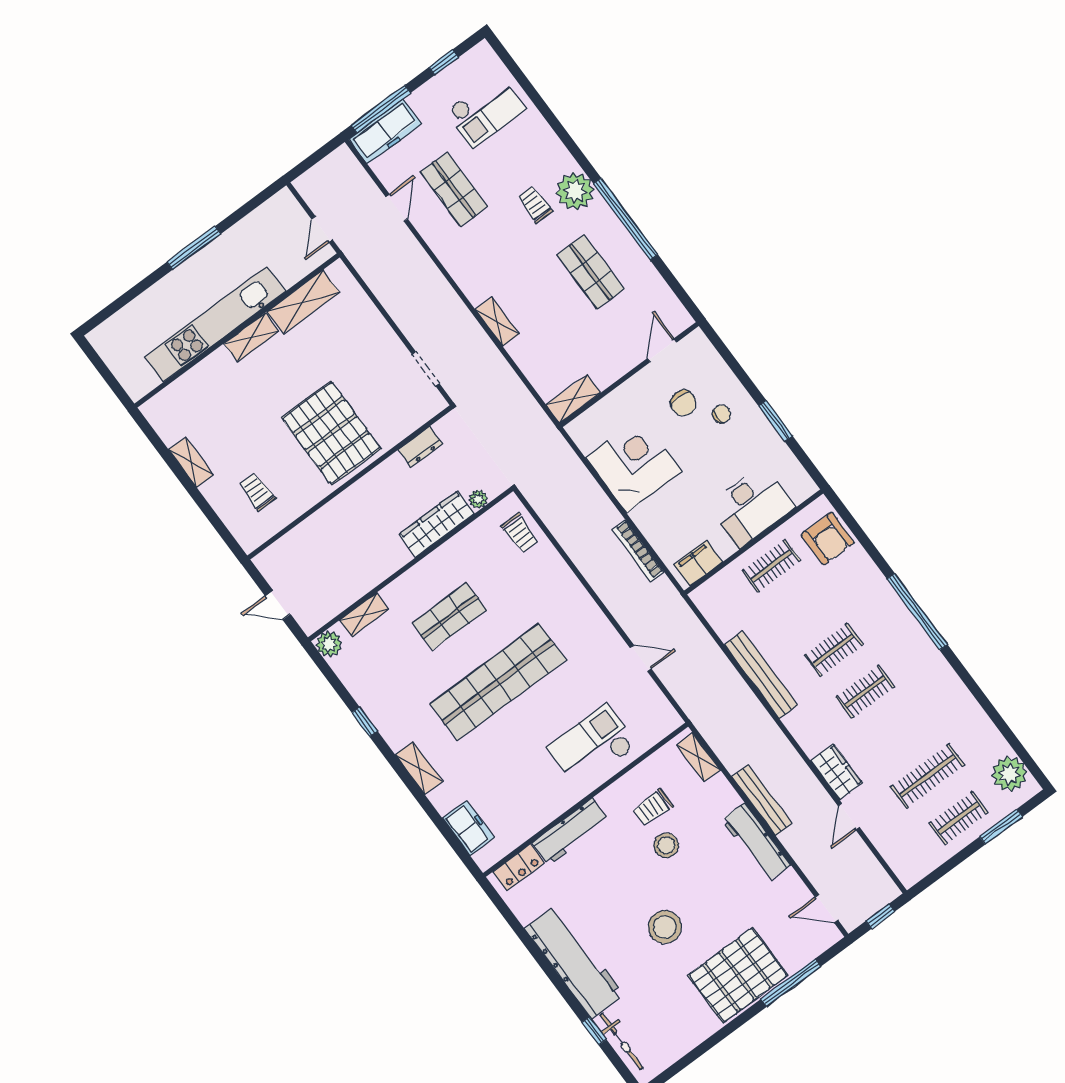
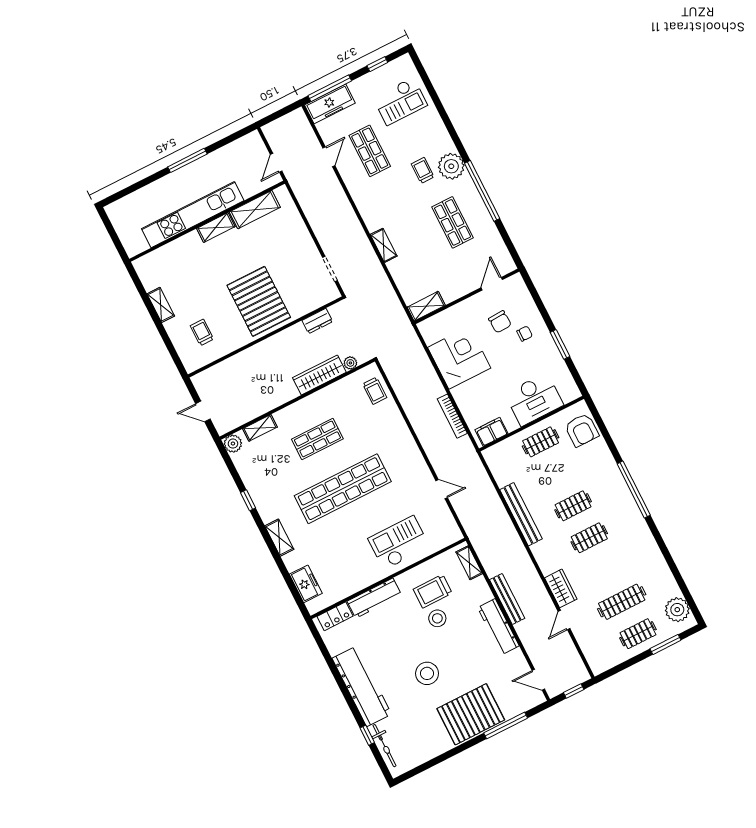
trolley: (653, 807) -> (433, 591), width x1.36, depth x1.39

